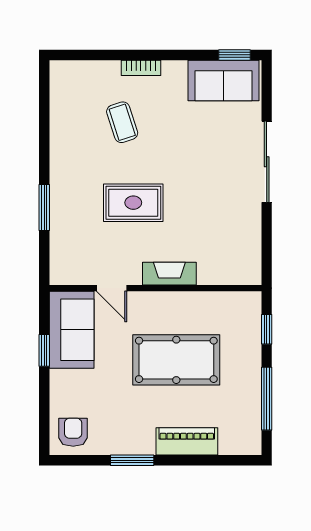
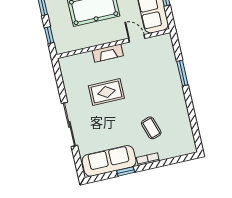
window: (234, 55) -> (126, 171), moved
sofa: (223, 80) -> (109, 161), width x1.36
rug: (133, 203) -> (106, 92), moved

